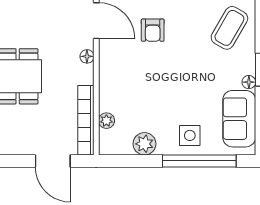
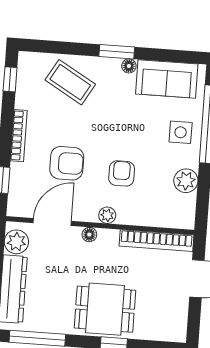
armchair: (153, 30) -> (67, 163), width x1.38, depth x1.38
armchair: (147, 83) -> (122, 173), added
plant: (106, 121) -> (107, 215), moved

